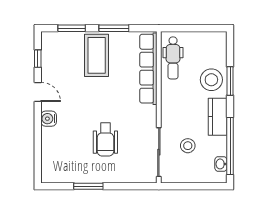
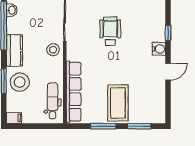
filing cabinet: (218, 38) -> (14, 118), added
window: (38, 59) -> (168, 33), moved
door: (38, 92) -> (168, 72), swing flipped
stool: (188, 146) -> (53, 50), moved

